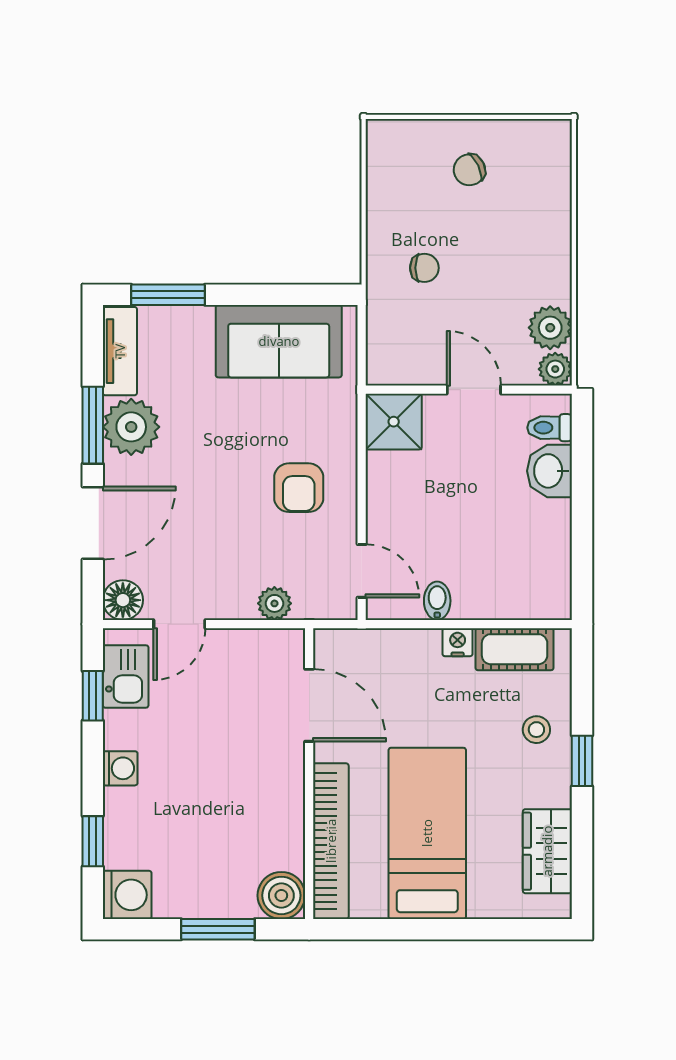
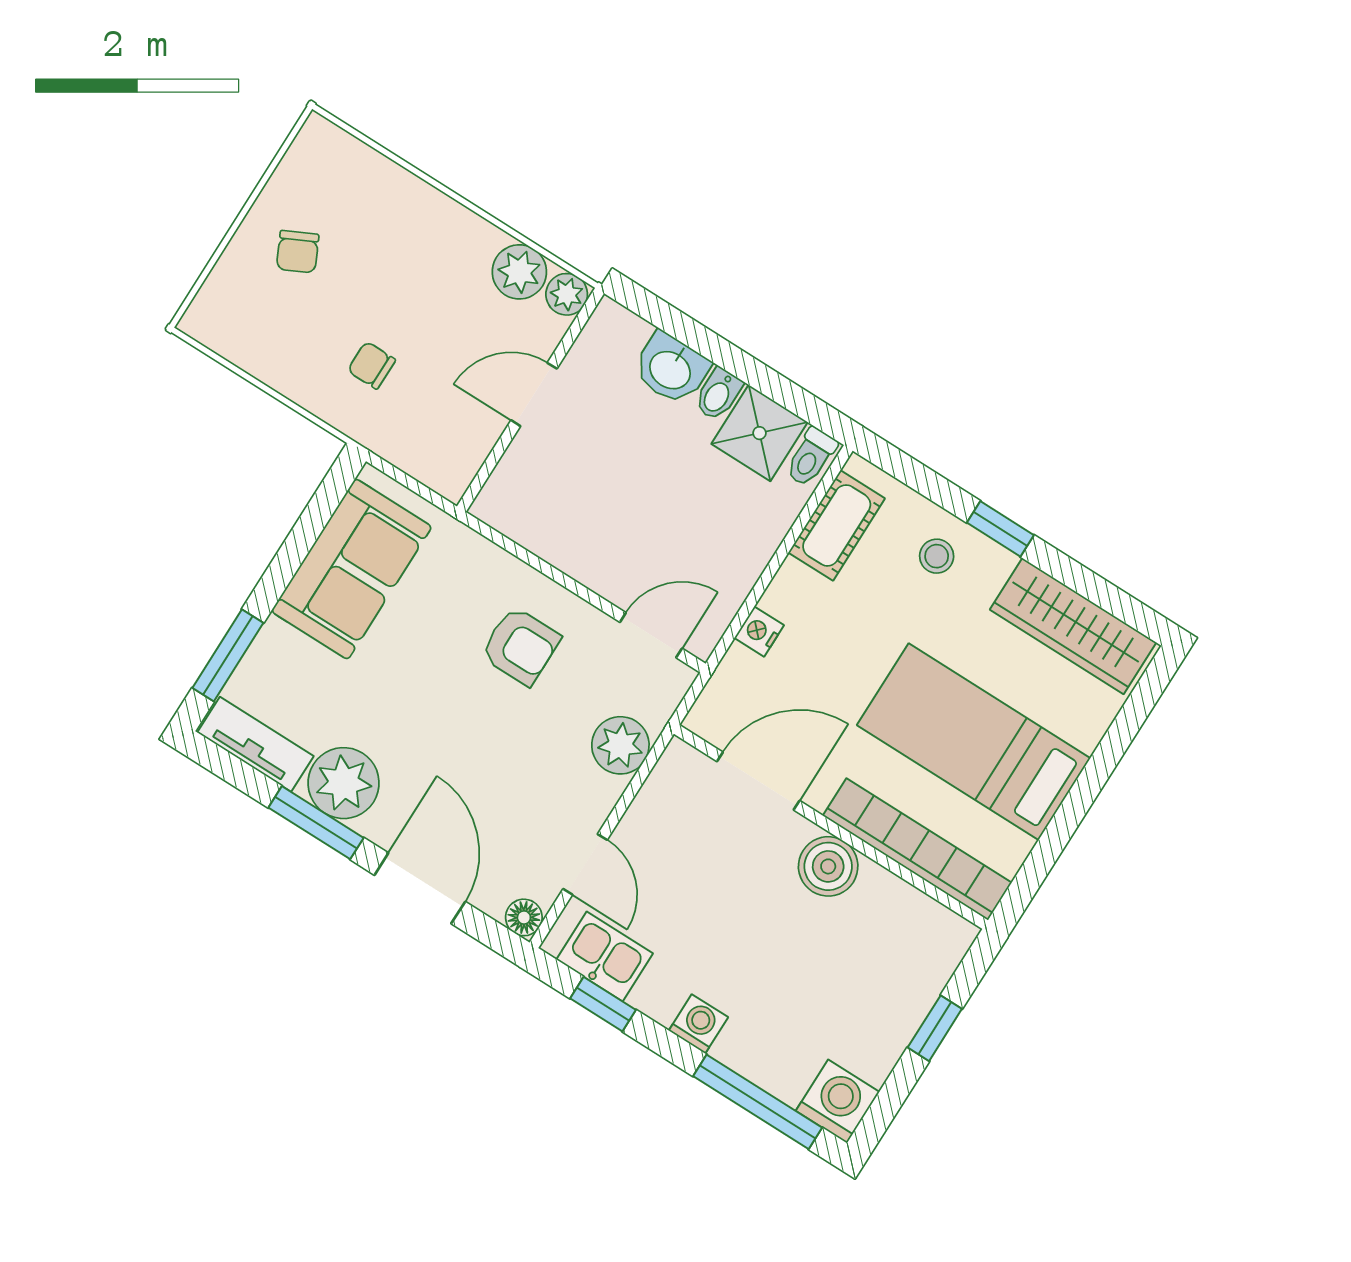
chair: (424, 268) -> (371, 365), turned -90
shower: (394, 422) -> (759, 433), moved
toilet: (550, 428) -> (811, 457), moved
floor lamp: (123, 600) -> (524, 917), width x0.73, depth x0.73
bidet: (437, 601) -> (718, 394), moved, turned -90
plant: (274, 603) -> (620, 745), width x1.38, depth x1.38
nightstand: (458, 642) -> (759, 632), moved
window: (93, 841) -> (758, 1102), width x2.17
wardrobe: (547, 851) -> (1073, 626), width x1.50
boiler: (281, 895) -> (828, 866), moved
window: (218, 929) -> (935, 1028), width x0.67

